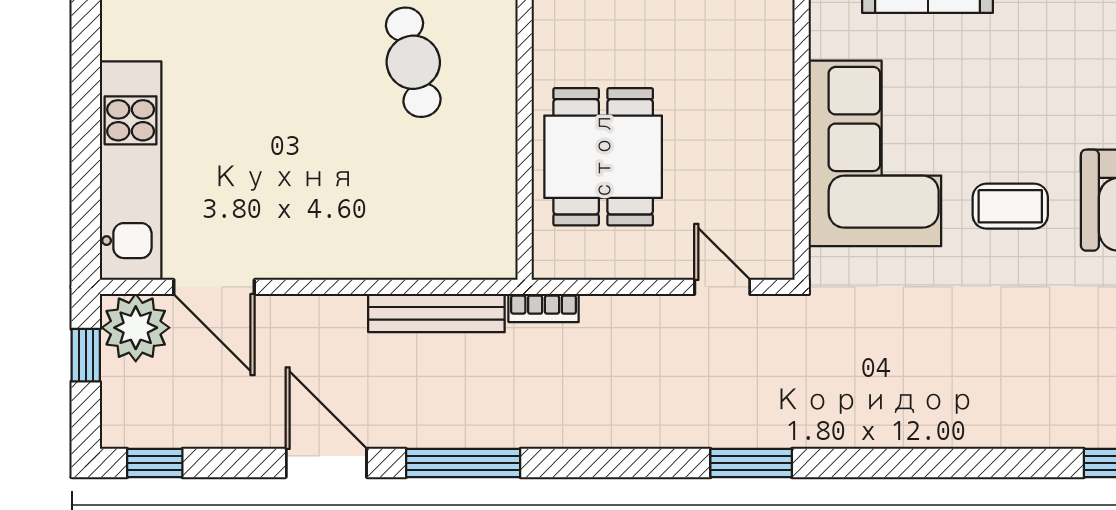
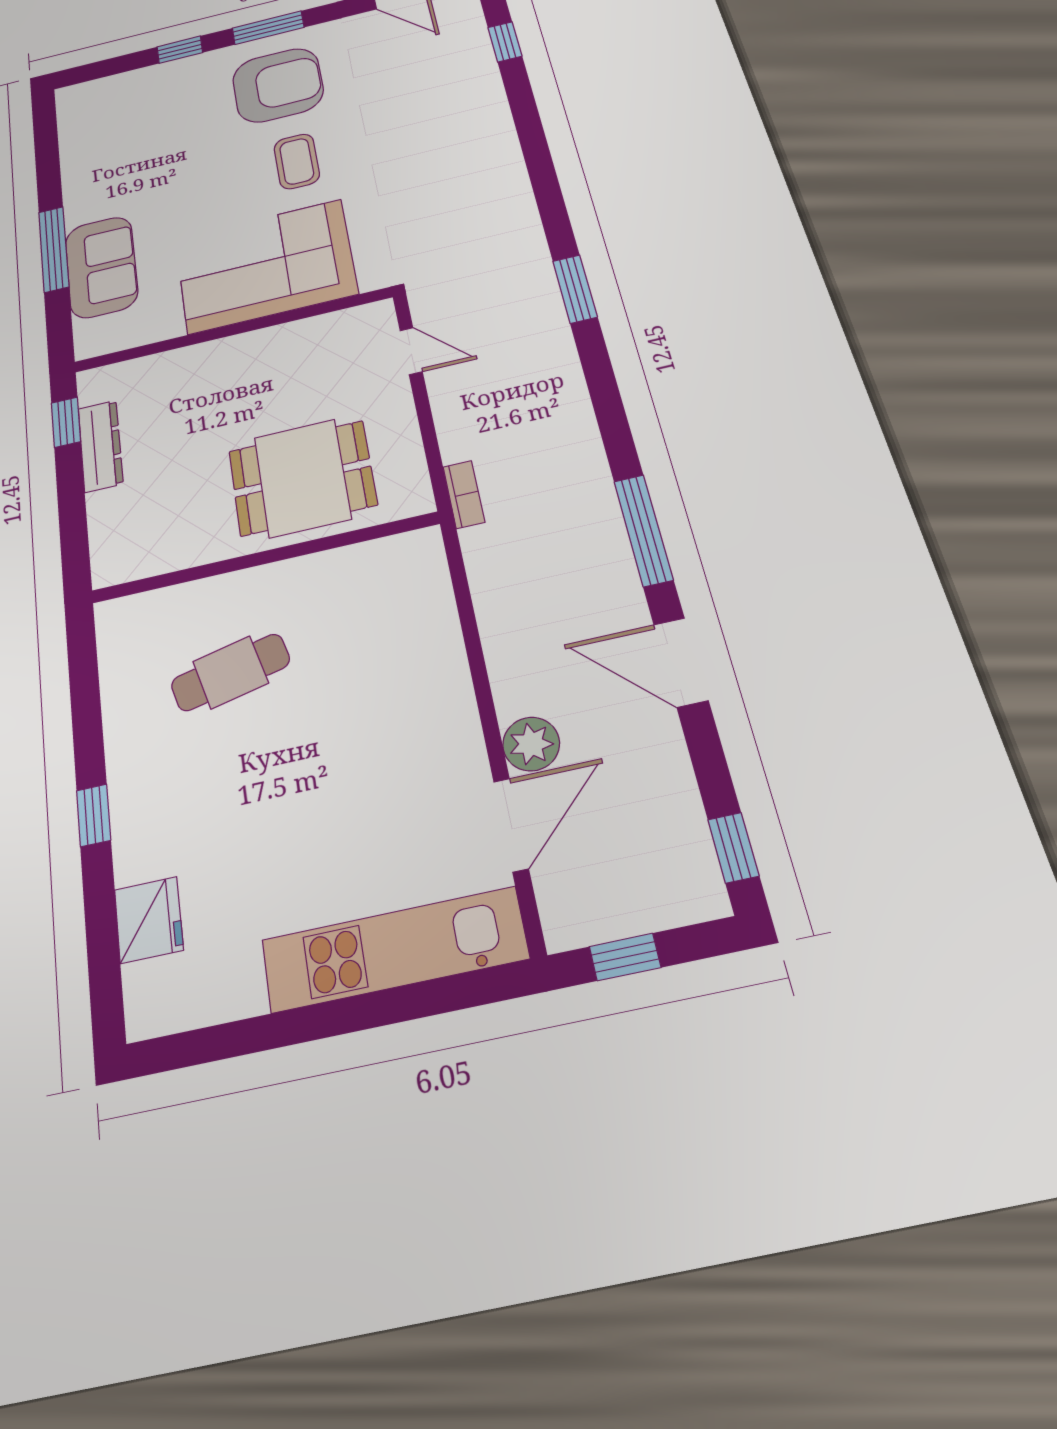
door: (722, 287) -> (411, 351), swing flipped
bench: (436, 313) -> (491, 591), removed
plant: (136, 328) -> (531, 744), moved, width x0.73, depth x0.73
door: (326, 463) -> (681, 662), hinge flipped

